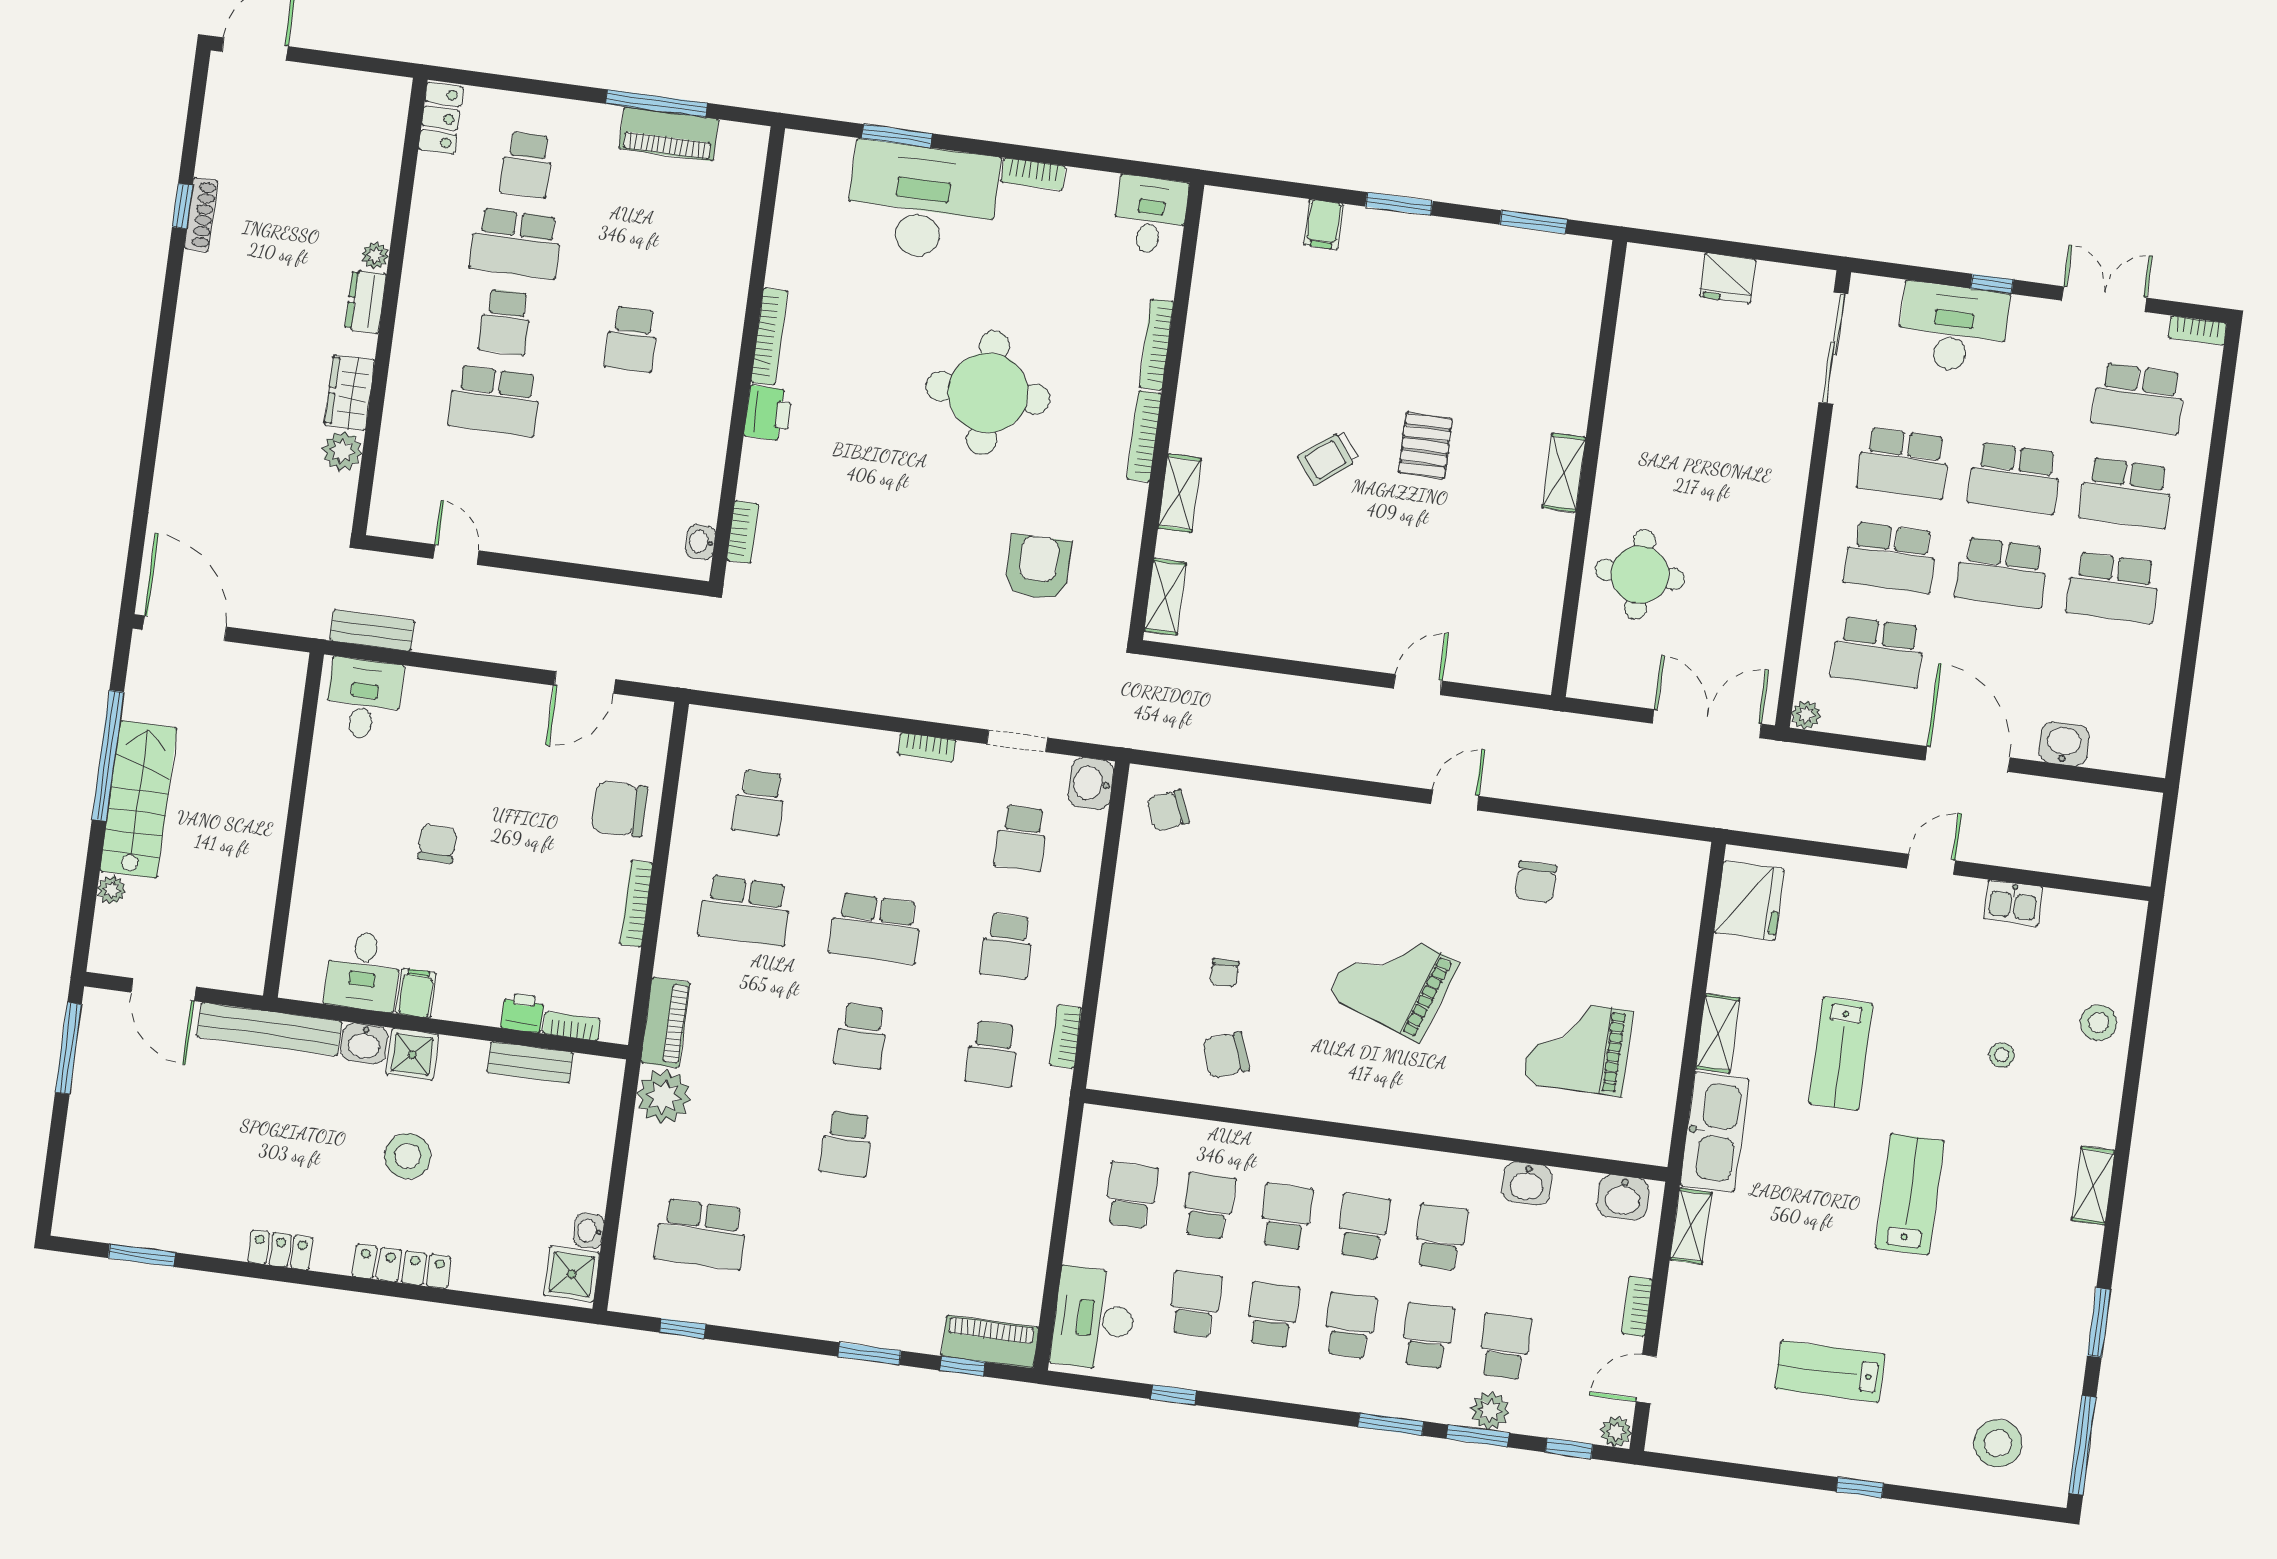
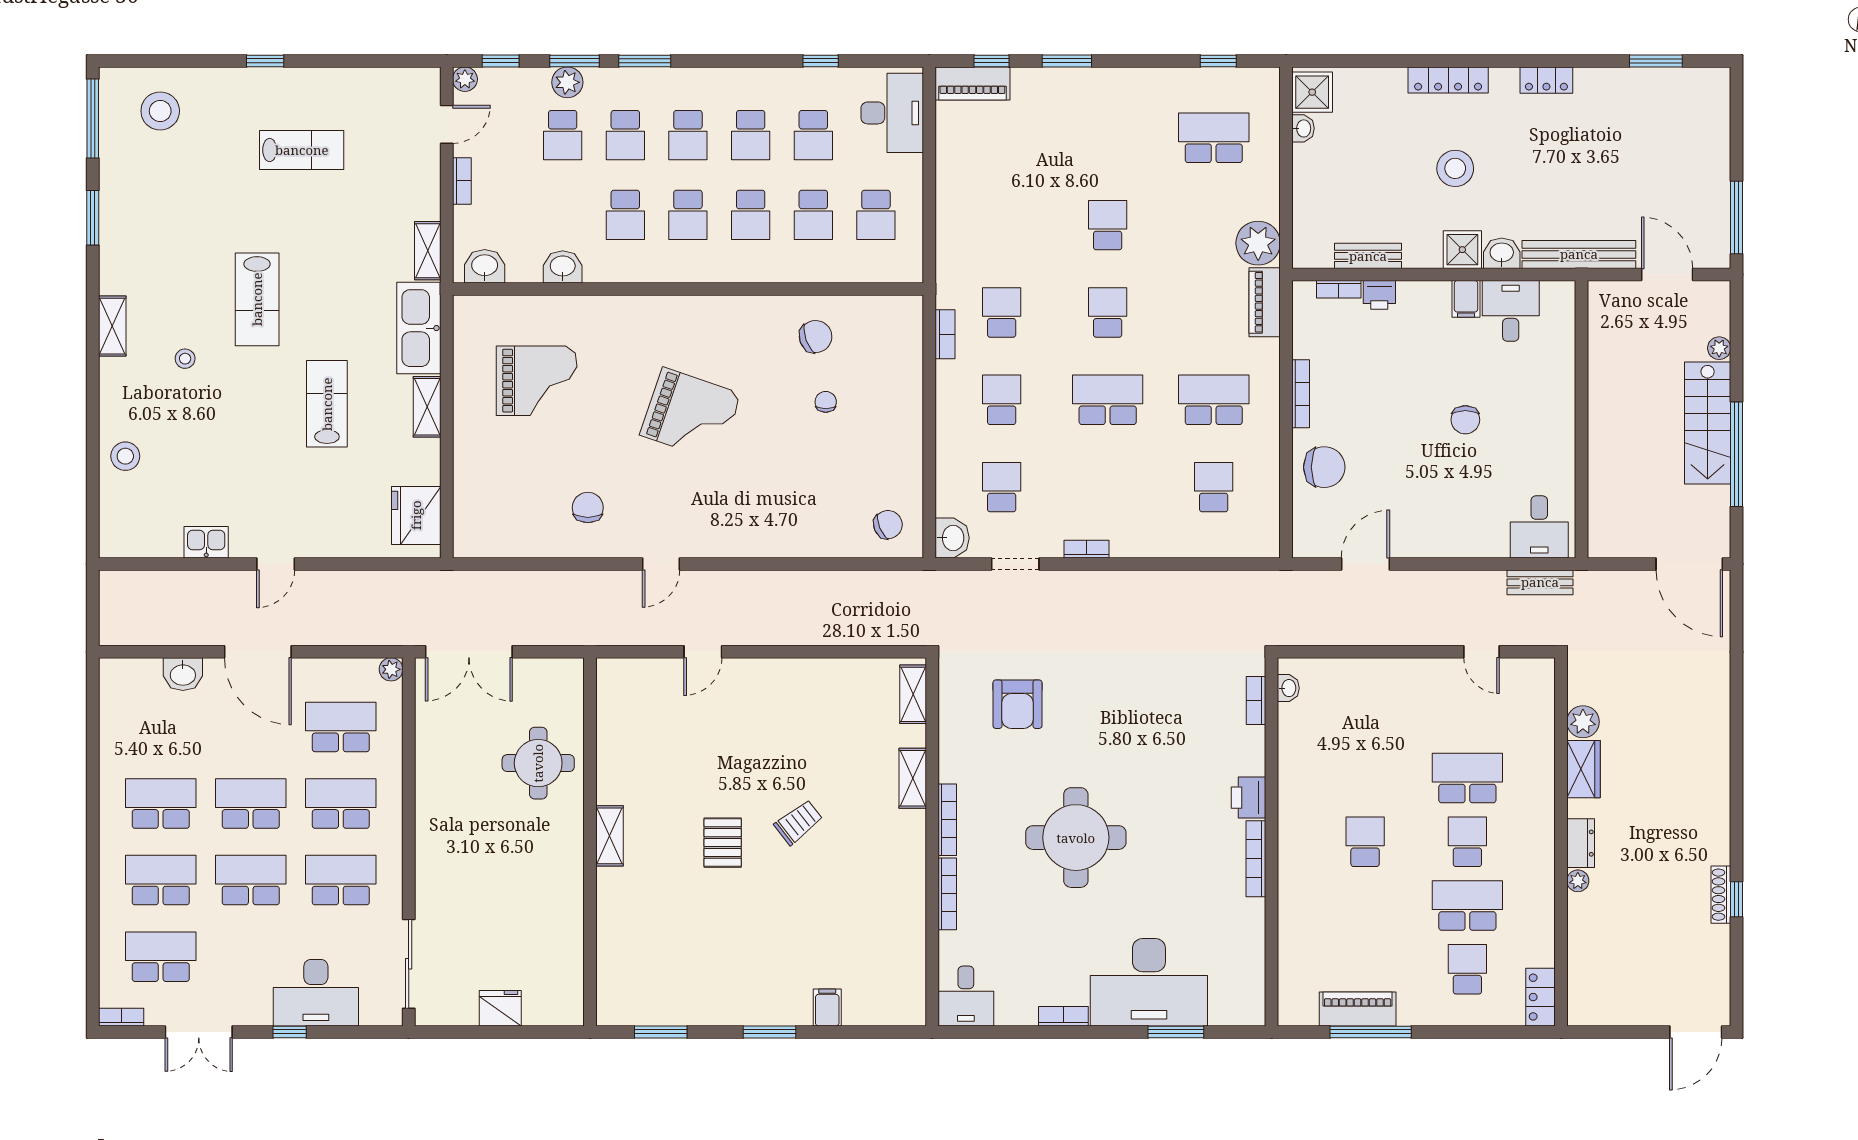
stool: (2002, 1055) -> (185, 359), moved

